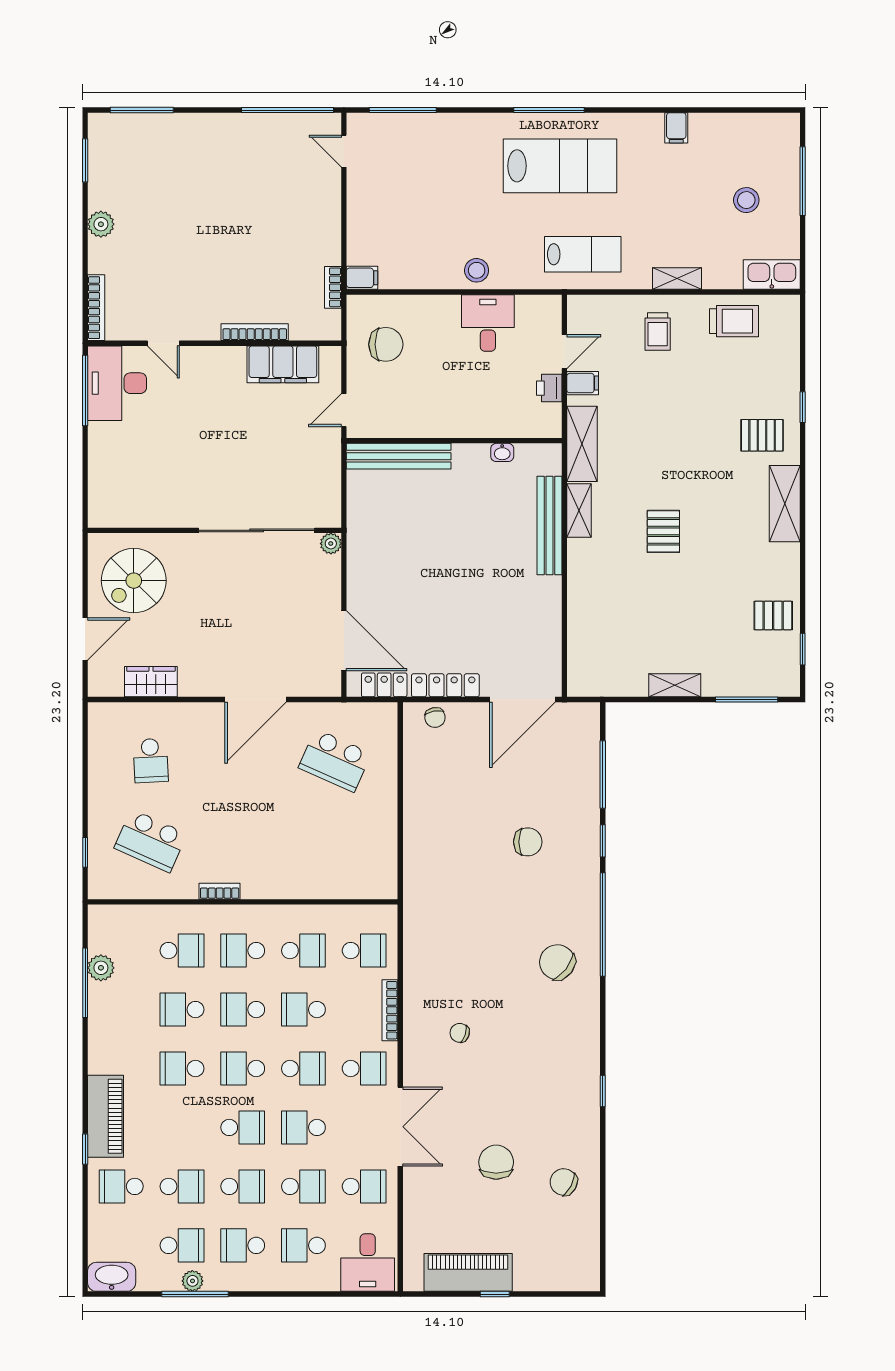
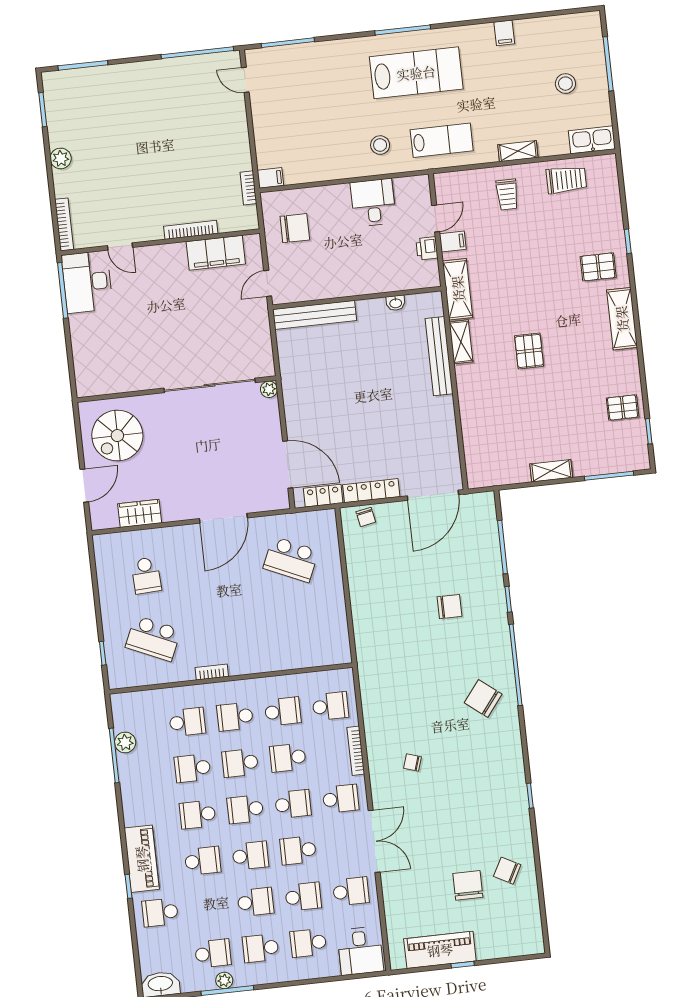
stool: (477, 270) -> (380, 145), moved
chair: (496, 1162) -> (468, 885), moved
school desk: (182, 1186) -> (203, 861), moved

